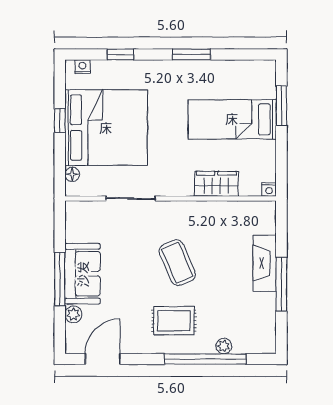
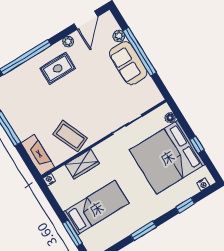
coffee table: (177, 263) -> (70, 136), moved
fireplace: (265, 263) -> (38, 155), moved
window: (60, 279) -> (140, 52), width x1.46
plant: (224, 346) -> (68, 42), moved

